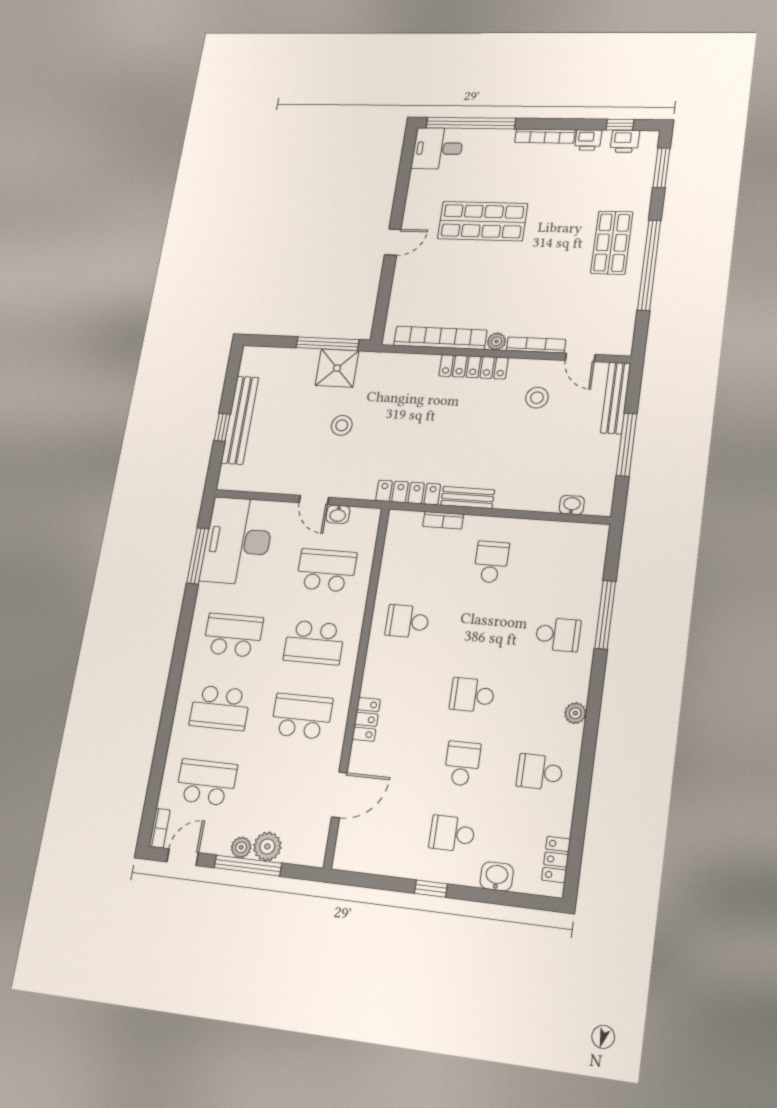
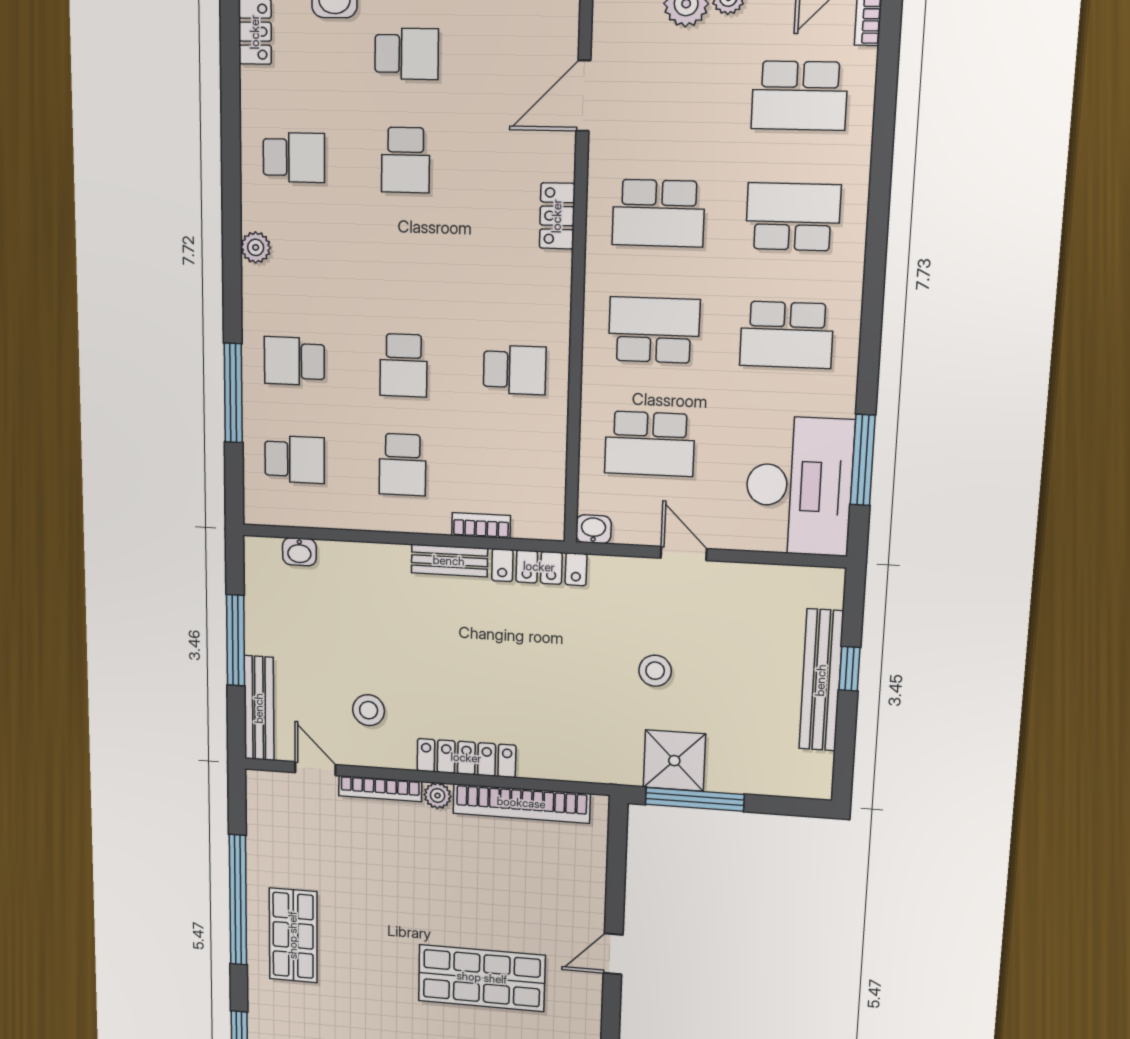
washbasin: (338, 514) -> (593, 529), moved
school desk: (567, 568) -> (295, 459), added
school desk: (472, 695) -> (404, 365), moved, turned 90

